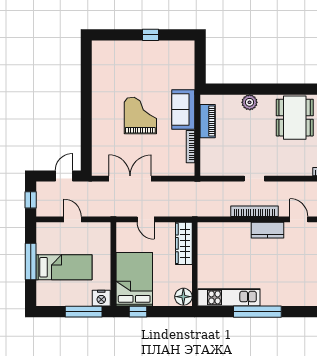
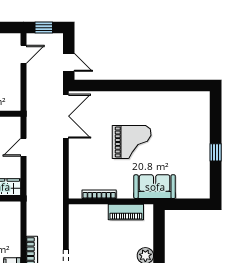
sofa: (183, 109) -> (155, 187), moved
double door: (130, 179) -> (66, 116), moved
door: (73, 219) -> (23, 54), moved

